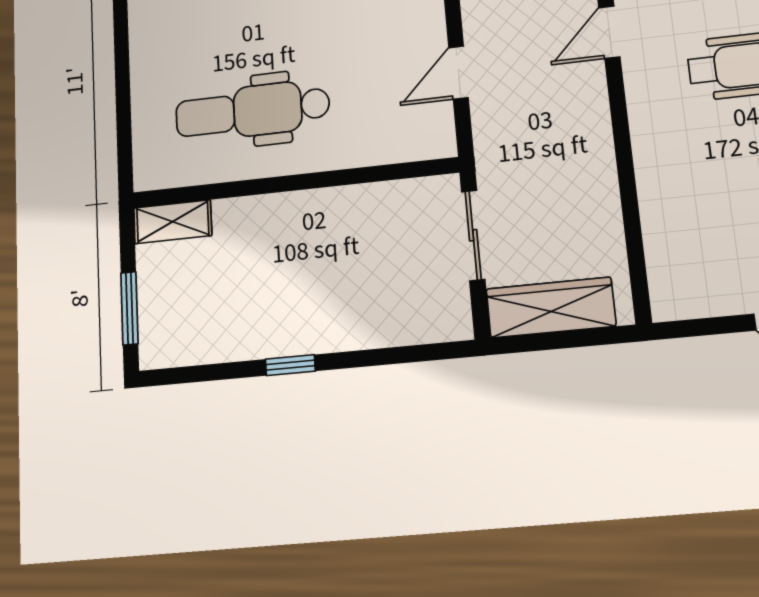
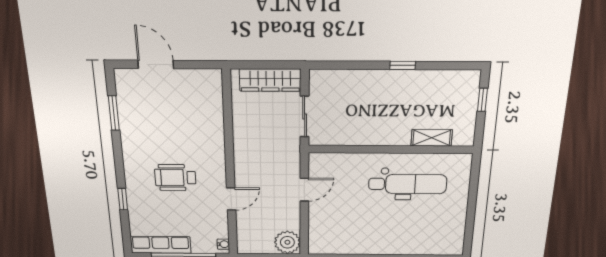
shelving: (173, 222) -> (432, 138), moved
window: (129, 308) -> (482, 100), width x0.67

